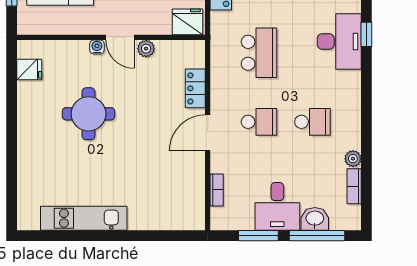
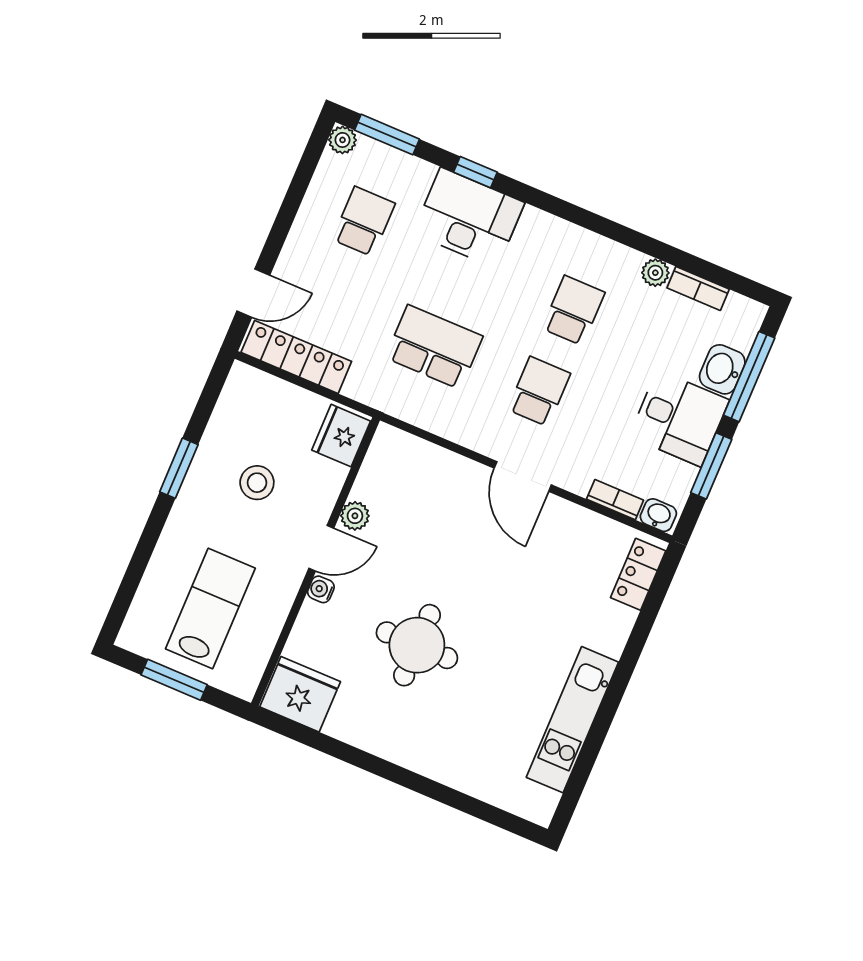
fridge: (29, 69) -> (300, 694), width x1.88, depth x1.34
locker: (195, 88) -> (638, 574), moved, turned 90
washbasin: (218, 218) -> (658, 515), added

